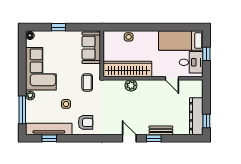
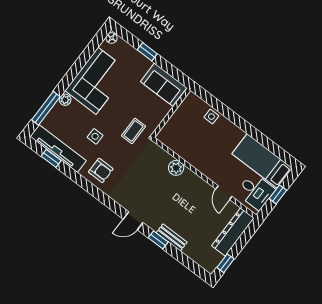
sofa: (91, 48) -> (164, 85), moved, turned -90
wardrobe: (127, 69) -> (185, 148), removed
dresser: (196, 116) -> (233, 232), moved
door: (129, 138) -> (133, 221), swing flipped

